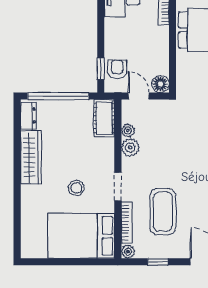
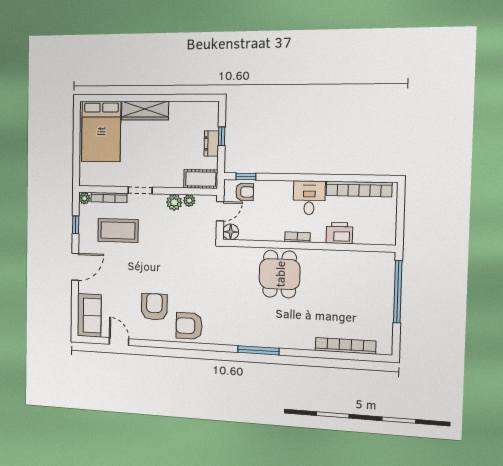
window: (58, 96) -> (222, 136), width x0.32
dresser: (28, 116) -> (211, 144), moved, turned 90
wardrobe: (31, 157) -> (145, 111), moved
stool: (76, 188) -> (140, 152), removed
bed: (81, 236) -> (101, 131), moved, turned 180

